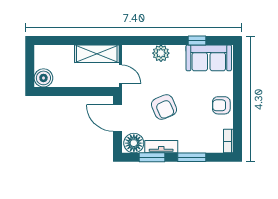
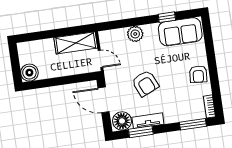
armchair: (221, 105) -> (198, 74), turned -85
window: (192, 157) -> (193, 124), moved

